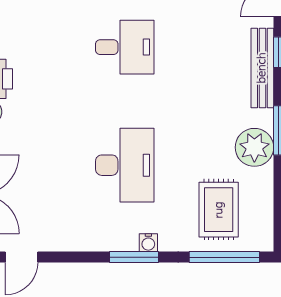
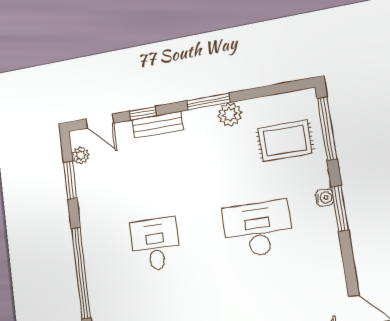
bench: (262, 68) -> (158, 125), width x0.73
plant: (254, 147) -> (230, 114), width x0.73, depth x0.73

